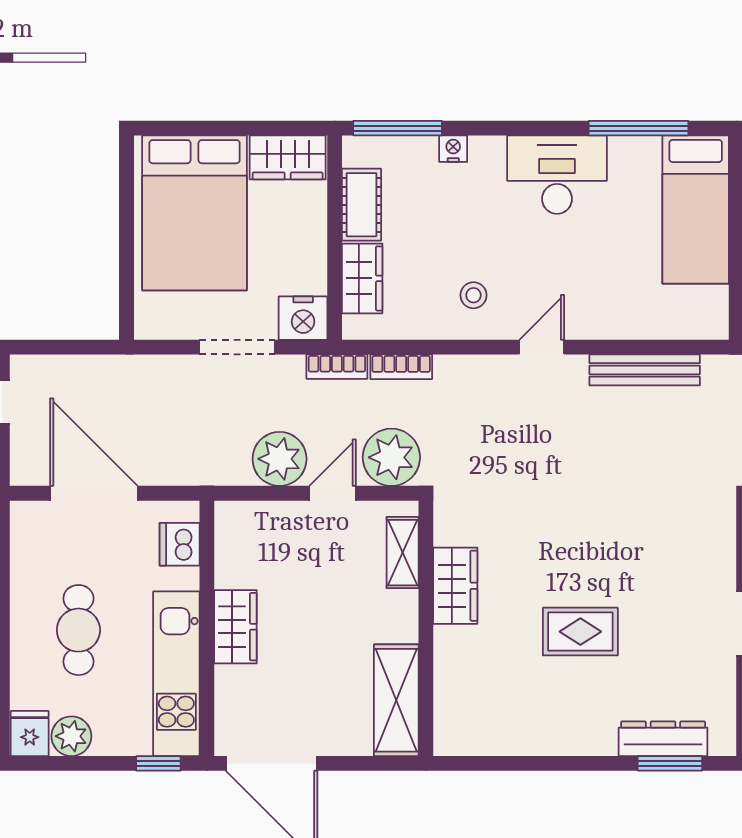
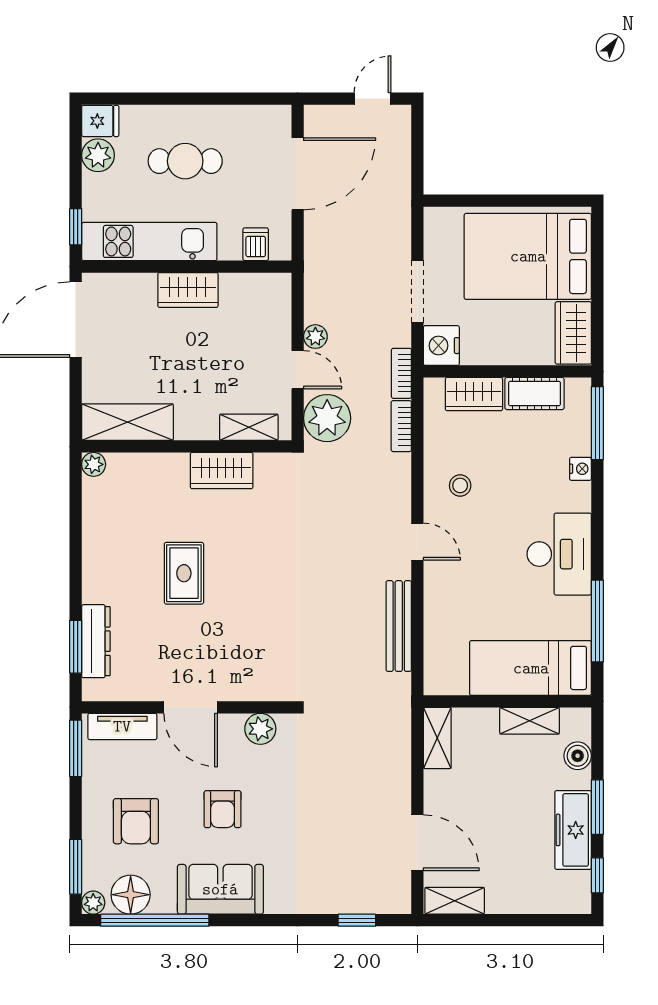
plant: (280, 459) -> (315, 337), width x0.53, depth x0.53
dishwasher: (180, 544) -> (256, 244), width x0.73
plant: (448, 742) -> (94, 464), added

